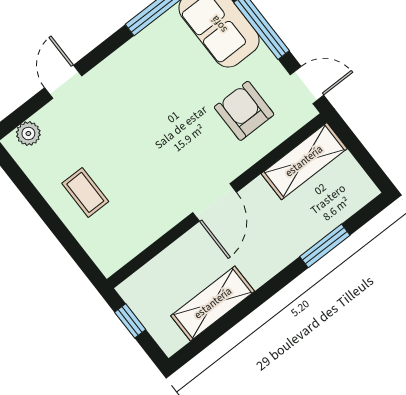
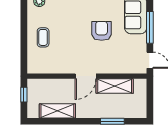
armchair: (244, 111) -> (102, 31), moved
shelving: (304, 161) -> (115, 86), moved

